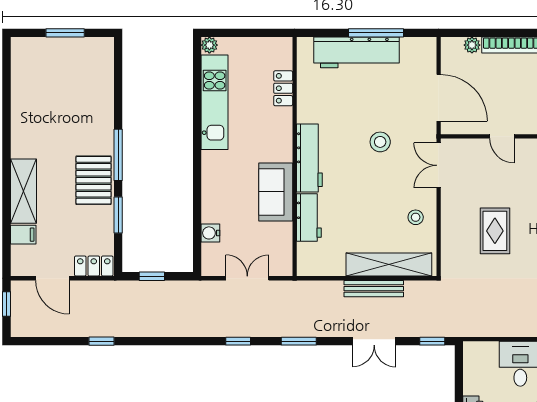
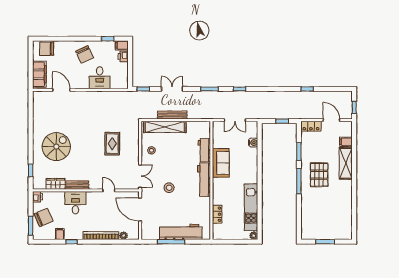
pallet: (94, 180) -> (319, 175), moved

